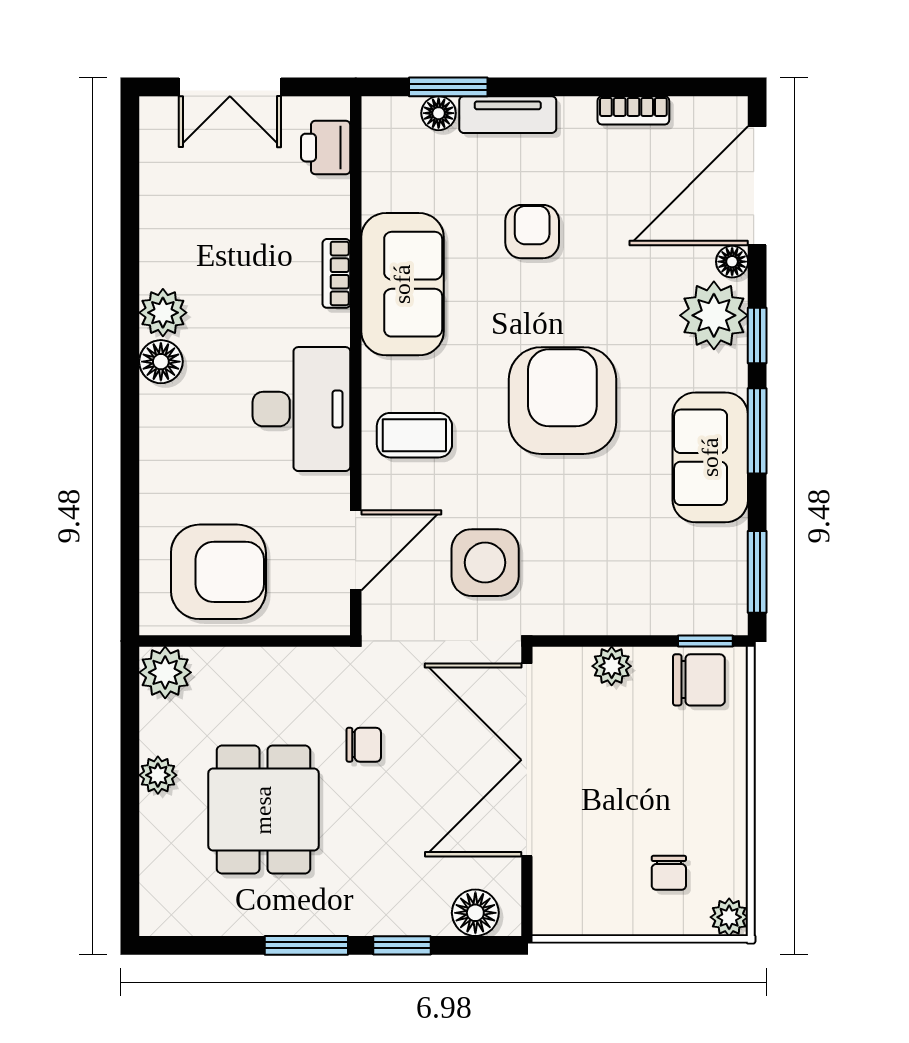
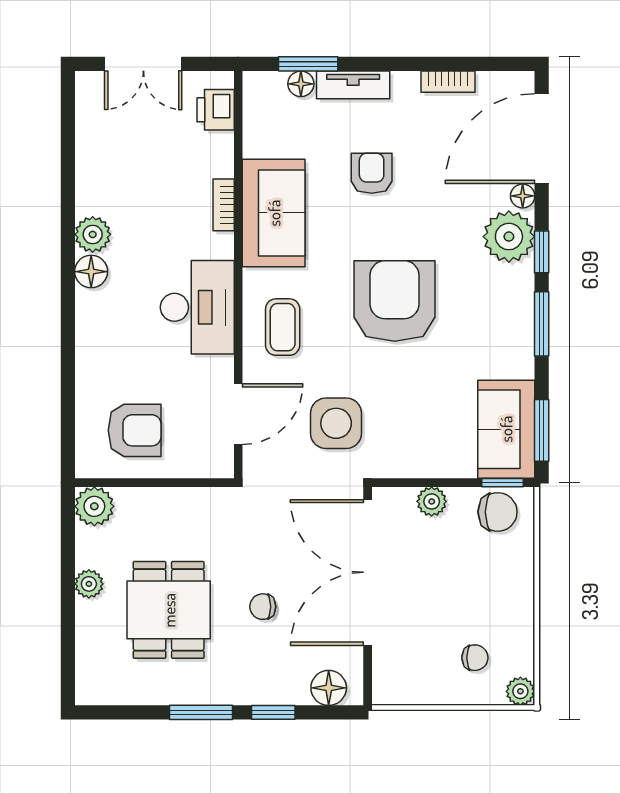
coffee table: (414, 435) -> (283, 327), turned 90
sofa: (710, 457) -> (506, 429), moved
armchair: (218, 572) -> (135, 430), width x0.73, depth x0.73
chair: (364, 745) -> (263, 607), moved, turned 180
chair: (669, 873) -> (475, 658), turned -90

